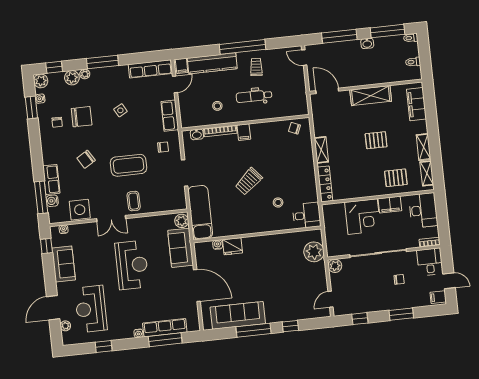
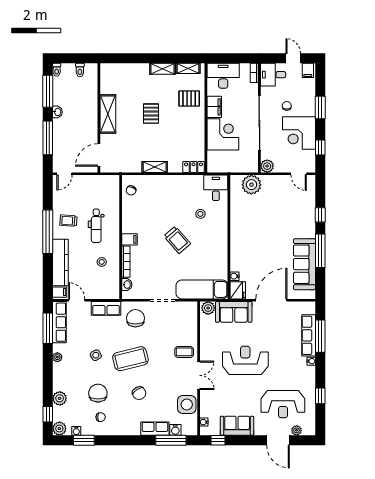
window: (103, 62) -> (48, 328), moved
plant: (85, 74) -> (57, 357), moved
filing cabinet: (416, 104) -> (121, 71), removed
chair: (163, 147) -> (135, 318), width x1.87, depth x1.87
coffee table: (129, 165) -> (130, 359), moved, turned 76
pallet: (396, 178) -> (189, 98), turned 90
locker: (325, 184) -> (194, 167), width x0.66
fridge: (232, 246) -> (238, 290), moved
door: (449, 281) -> (293, 58), hinge flipped
corner desk: (372, 295) -> (299, 133), added

